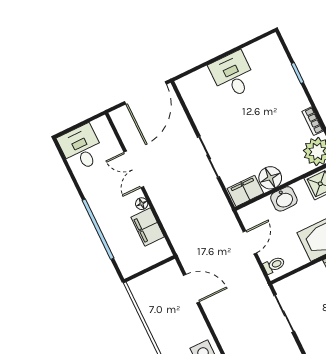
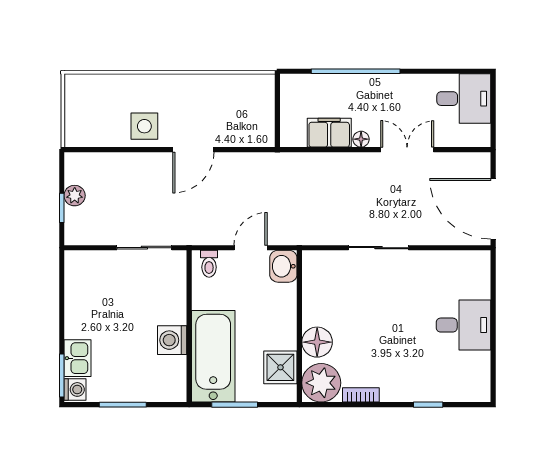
floor lamp: (270, 178) -> (317, 342), moved
filing cabinet: (245, 191) -> (316, 272), removed
washbasin: (284, 199) -> (283, 266), moved
door: (250, 242) -> (251, 248), swing flipped
door: (191, 289) -> (193, 150), moved

